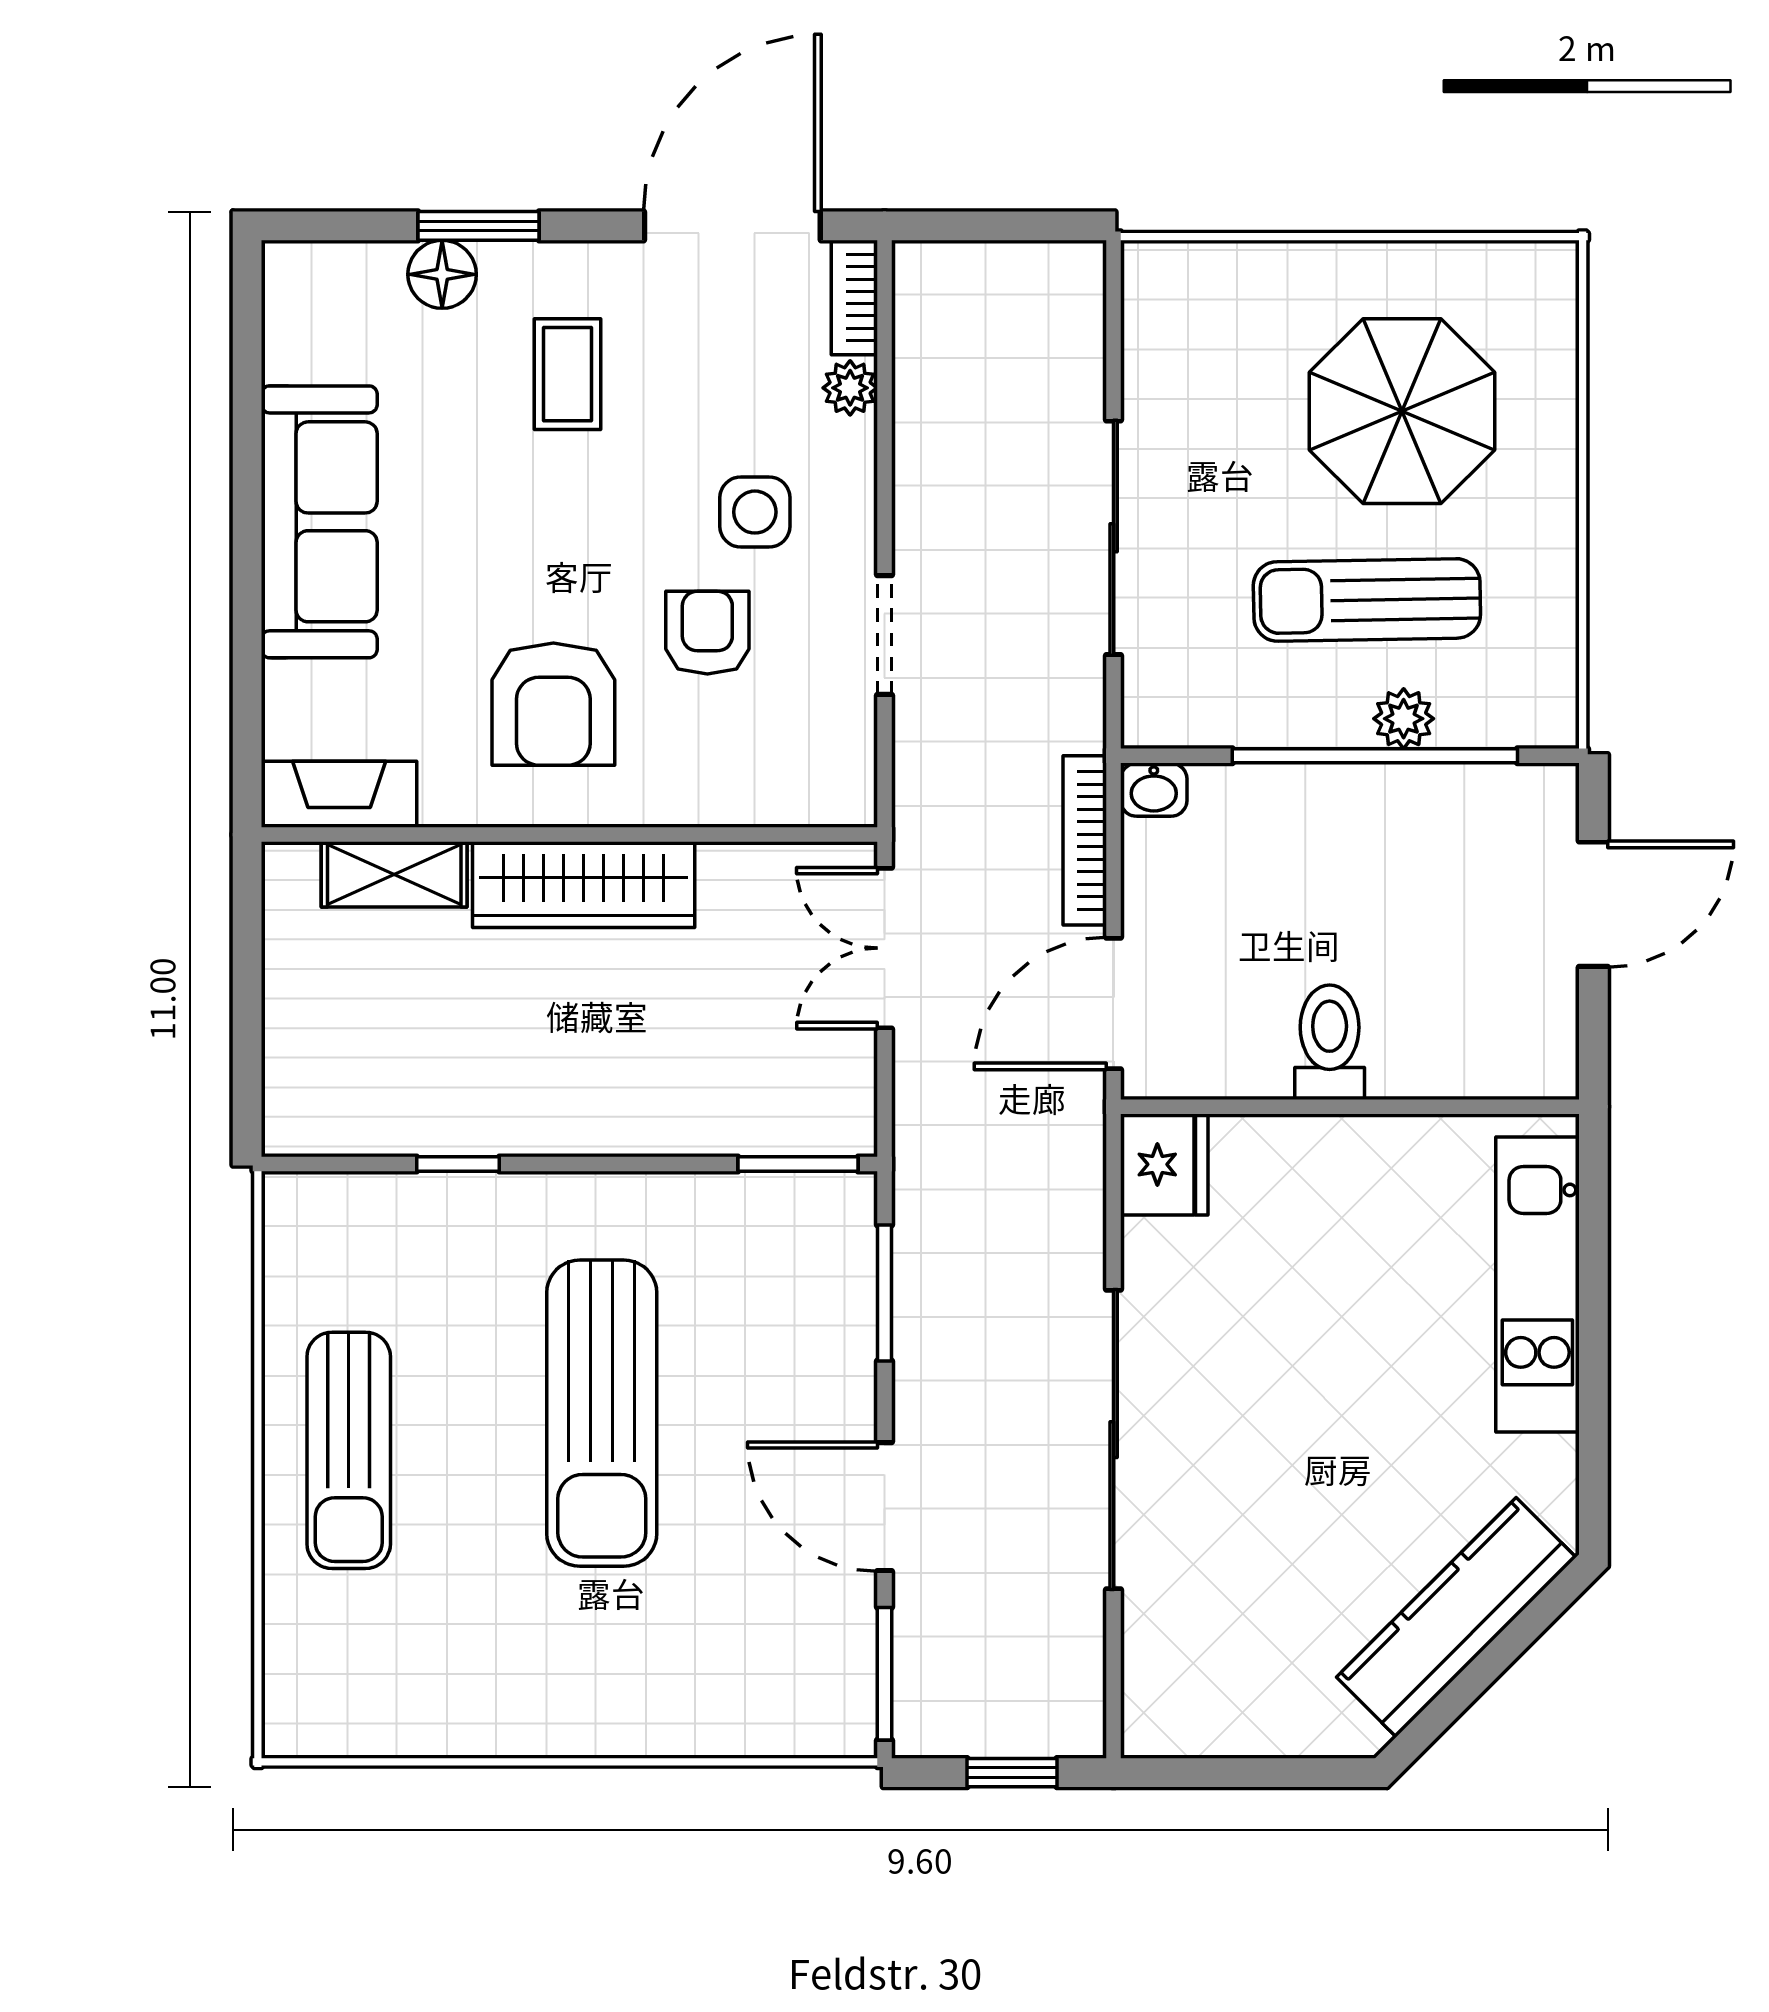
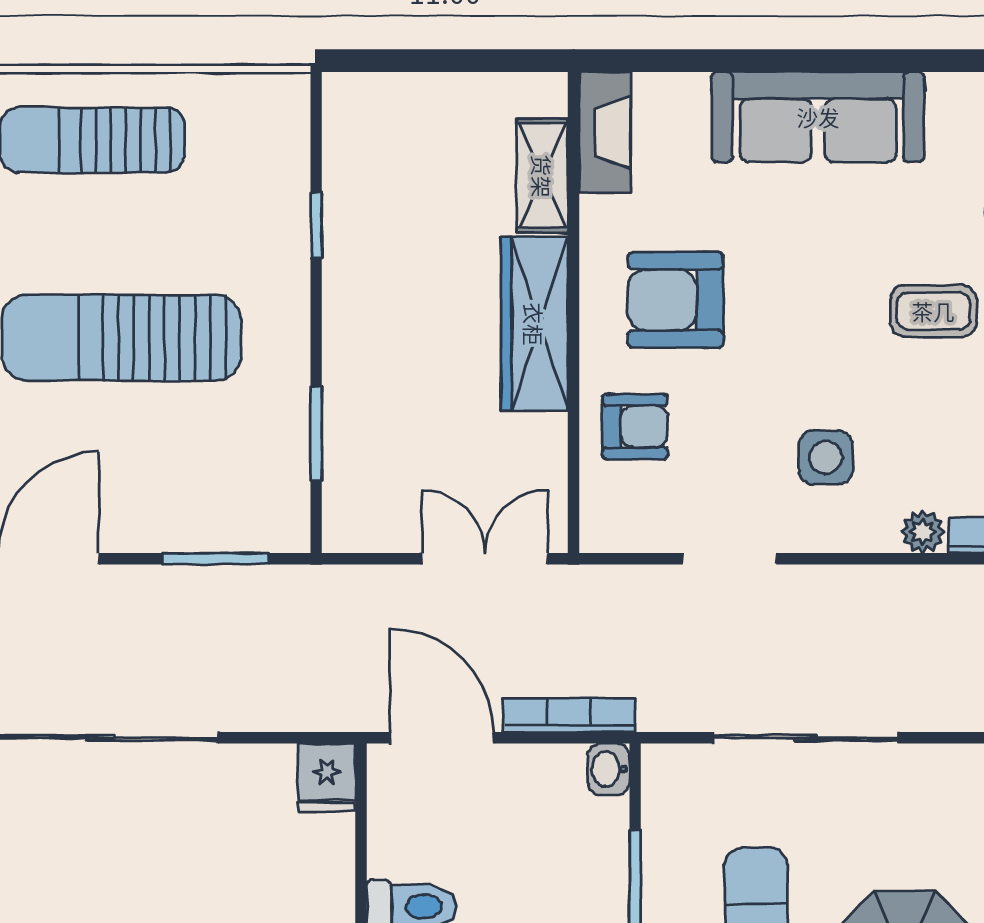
armchair: (707, 633) -> (635, 426), moved
window: (798, 1164) -> (316, 433), moved
fridge: (1164, 1164) -> (327, 777), width x0.72

